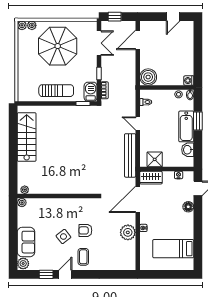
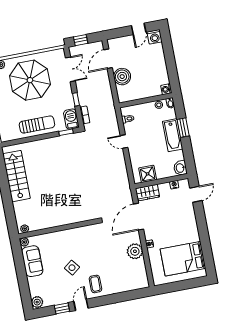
washing machine: (187, 27) -> (155, 37), added
boiler: (148, 77) -> (122, 77), moved
washbasin: (188, 150) -> (180, 168), moved
bench: (130, 155) -> (122, 175), removed
floor lamp: (188, 207) -> (190, 214), removed
armchair: (85, 230) -> (92, 257), removed
sofa: (26, 242) -> (32, 261), moved
bed: (173, 249) -> (183, 259), width x1.50

